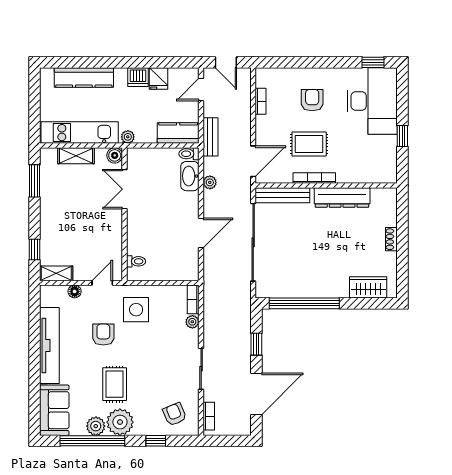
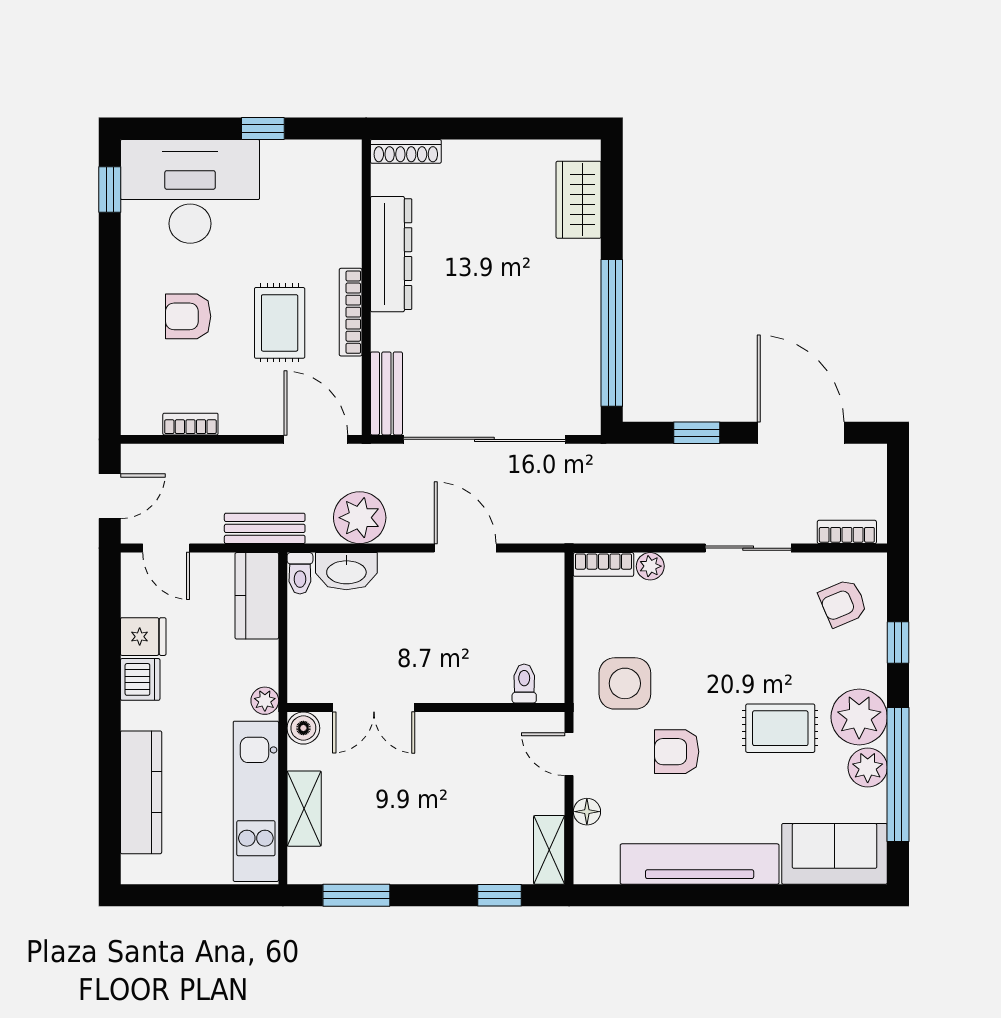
plant: (210, 182) -> (360, 518), width x1.87, depth x1.87
bench: (282, 195) -> (386, 393), width x0.73
shoe rack: (391, 239) -> (406, 151), moved, width x1.43

